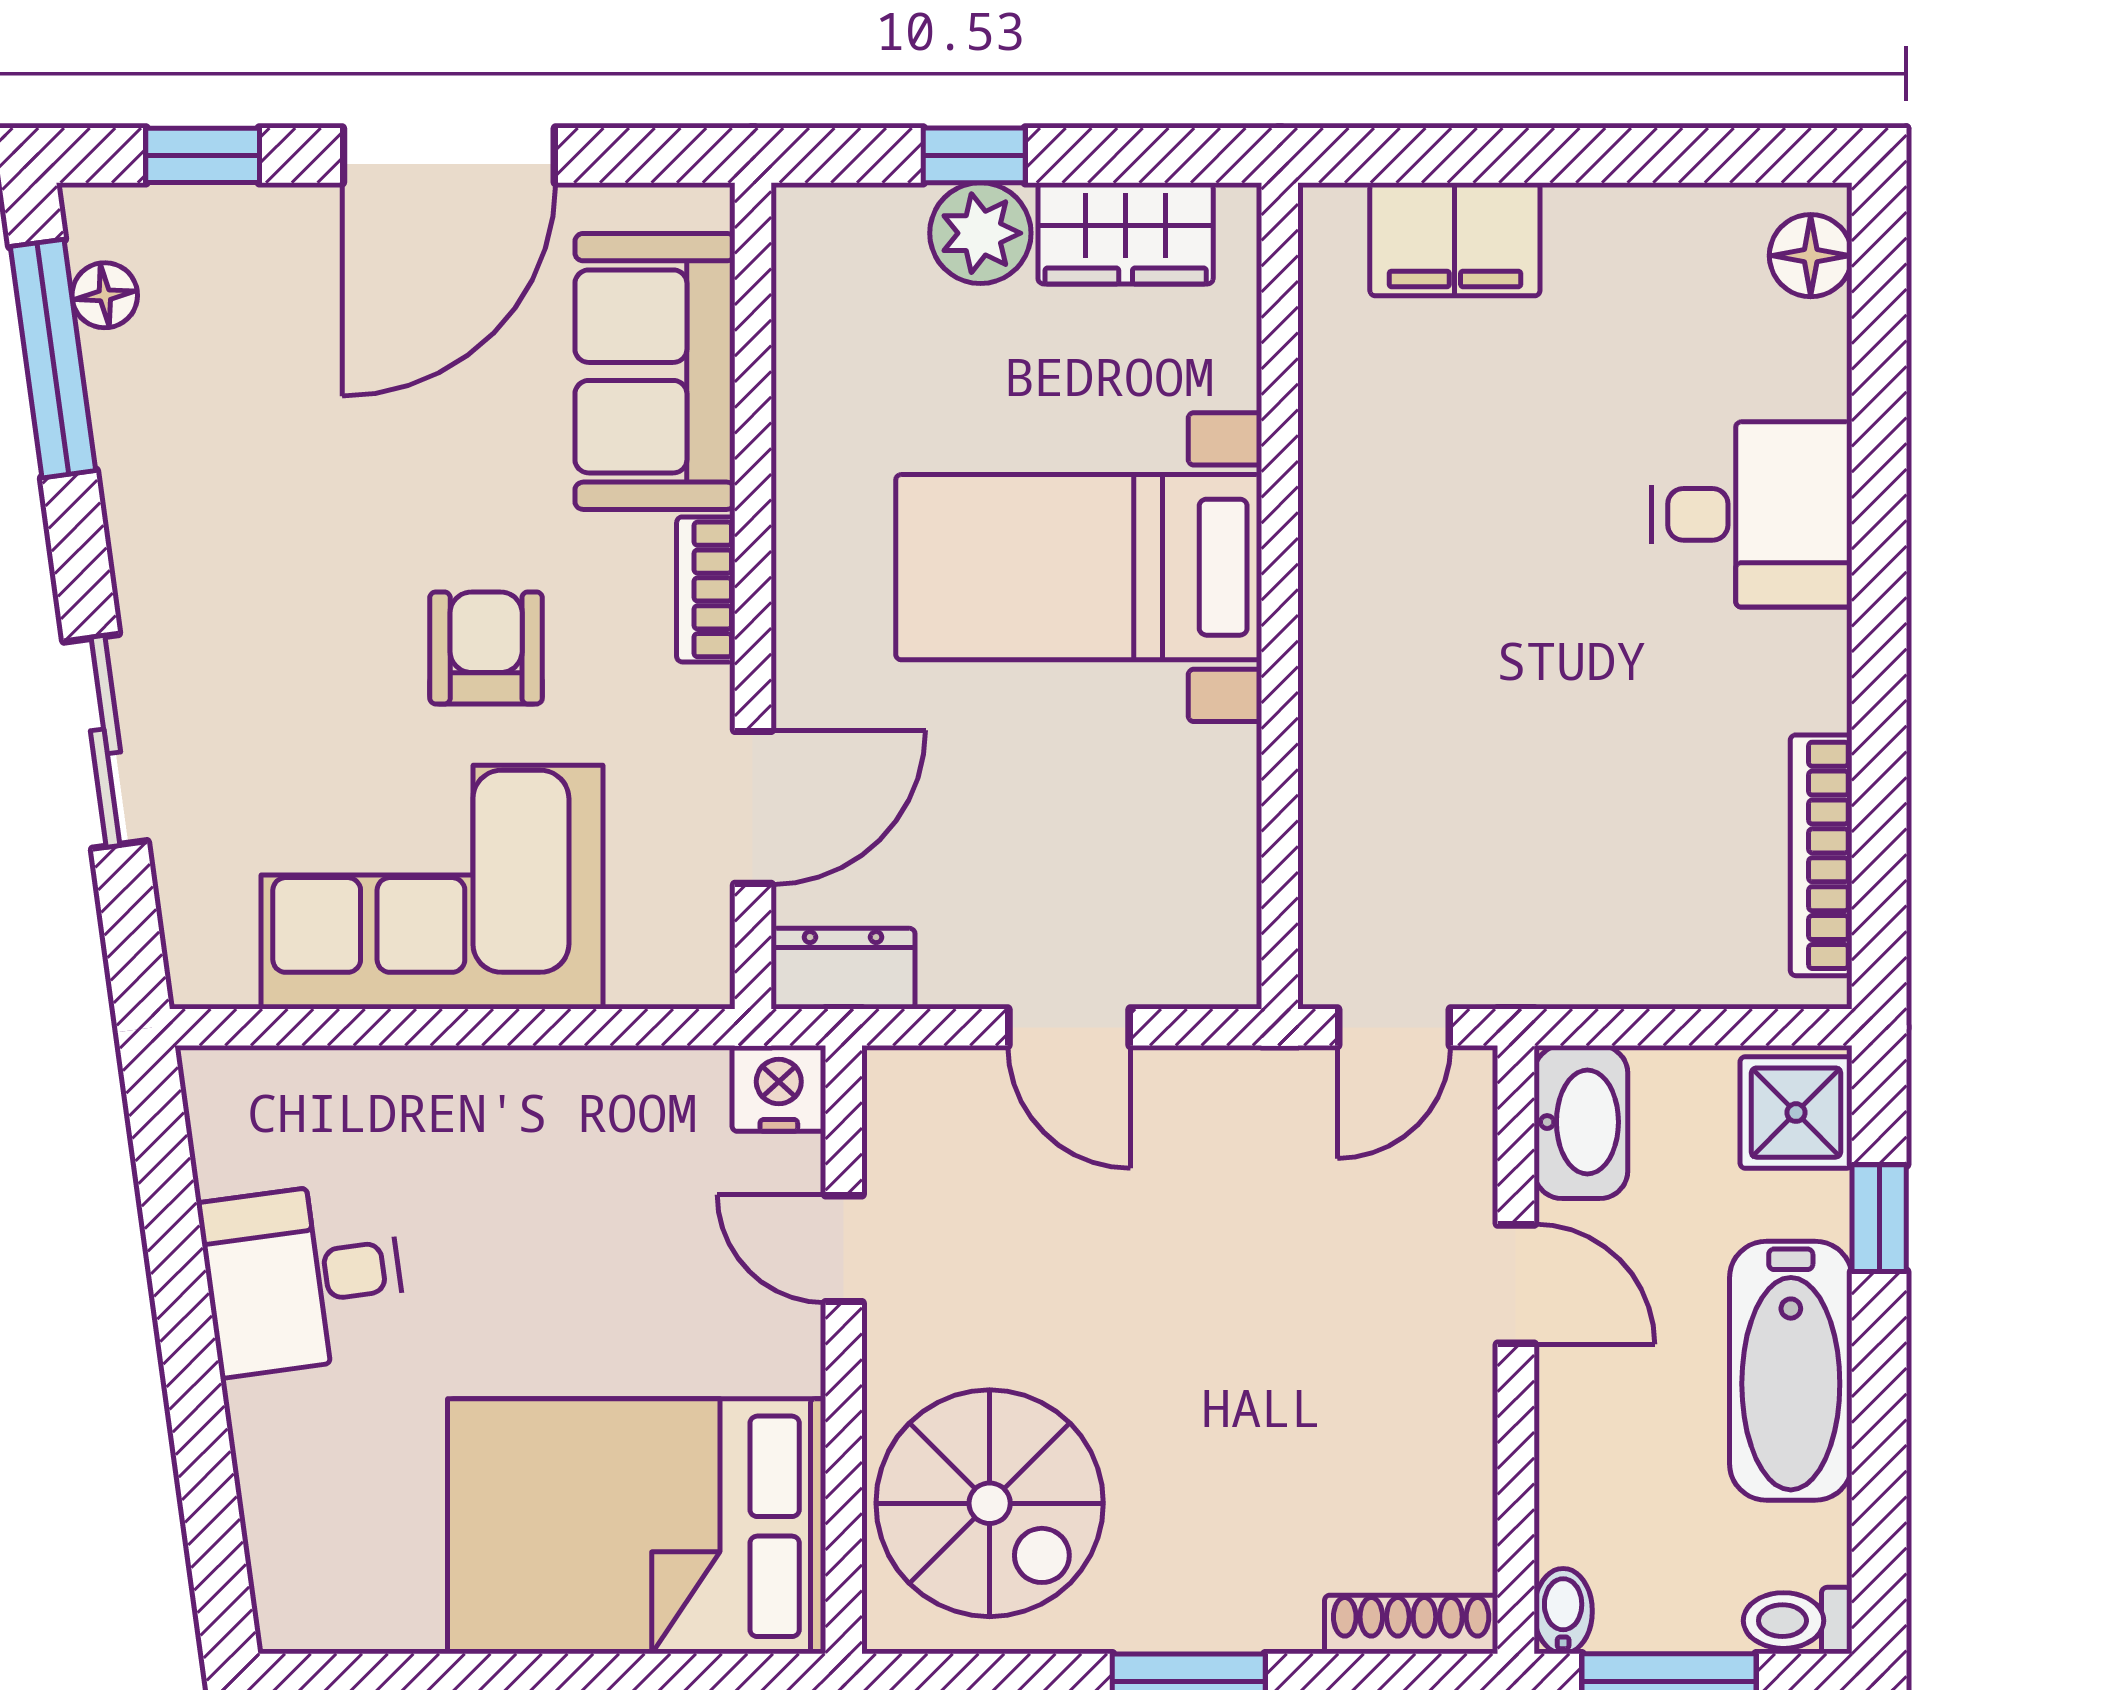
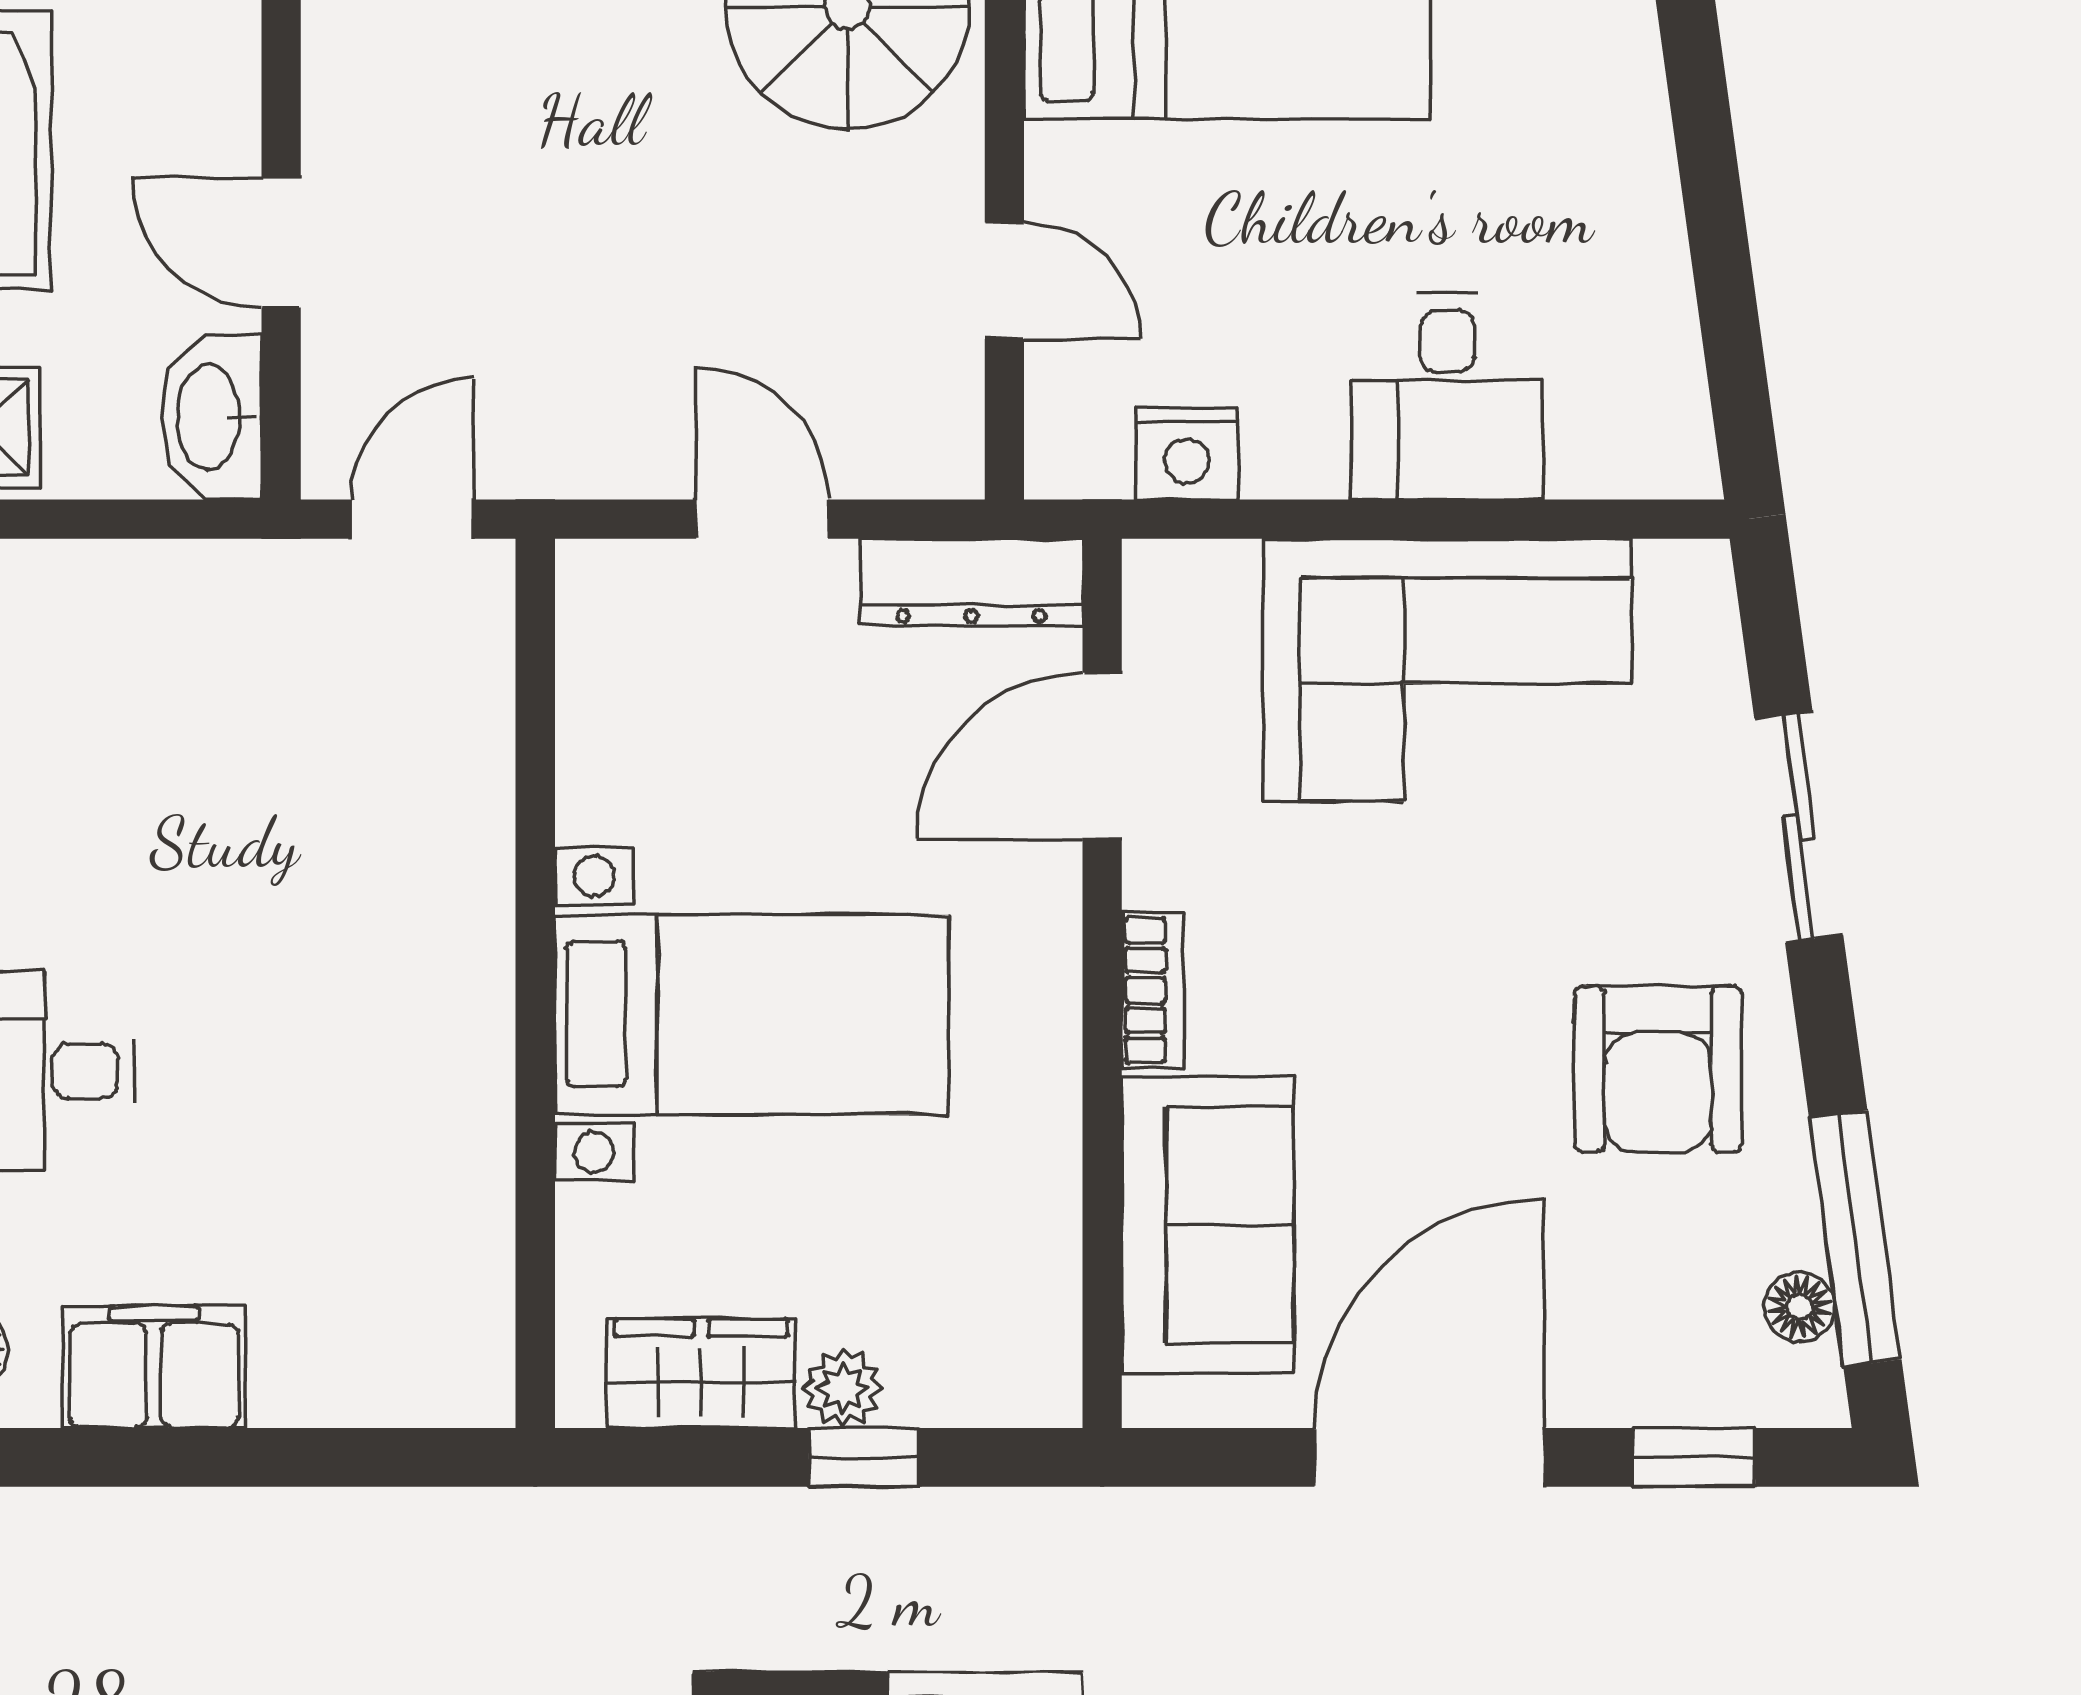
plant: (980, 233) -> (843, 1388), width x0.73, depth x0.73
filing cabinet: (1455, 239) -> (154, 1367), moved
armchair: (486, 648) -> (1658, 1069), moved, width x1.38, depth x1.38
dresser: (843, 969) -> (971, 582), width x1.44
nightstand: (779, 1088) -> (1187, 453), moved
desk: (303, 1278) -> (1447, 397), moved, turned 98

